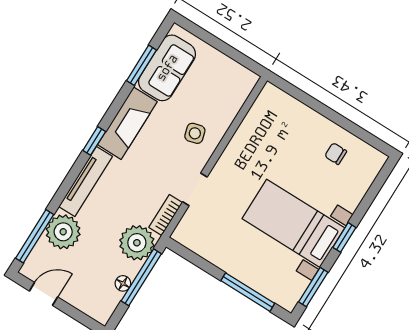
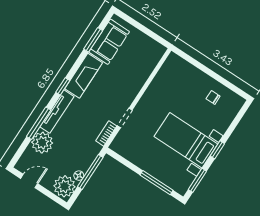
side table: (195, 133) -> (126, 83), removed
window: (35, 236) -> (39, 123), moved
plant: (137, 243) -> (64, 186), moved

